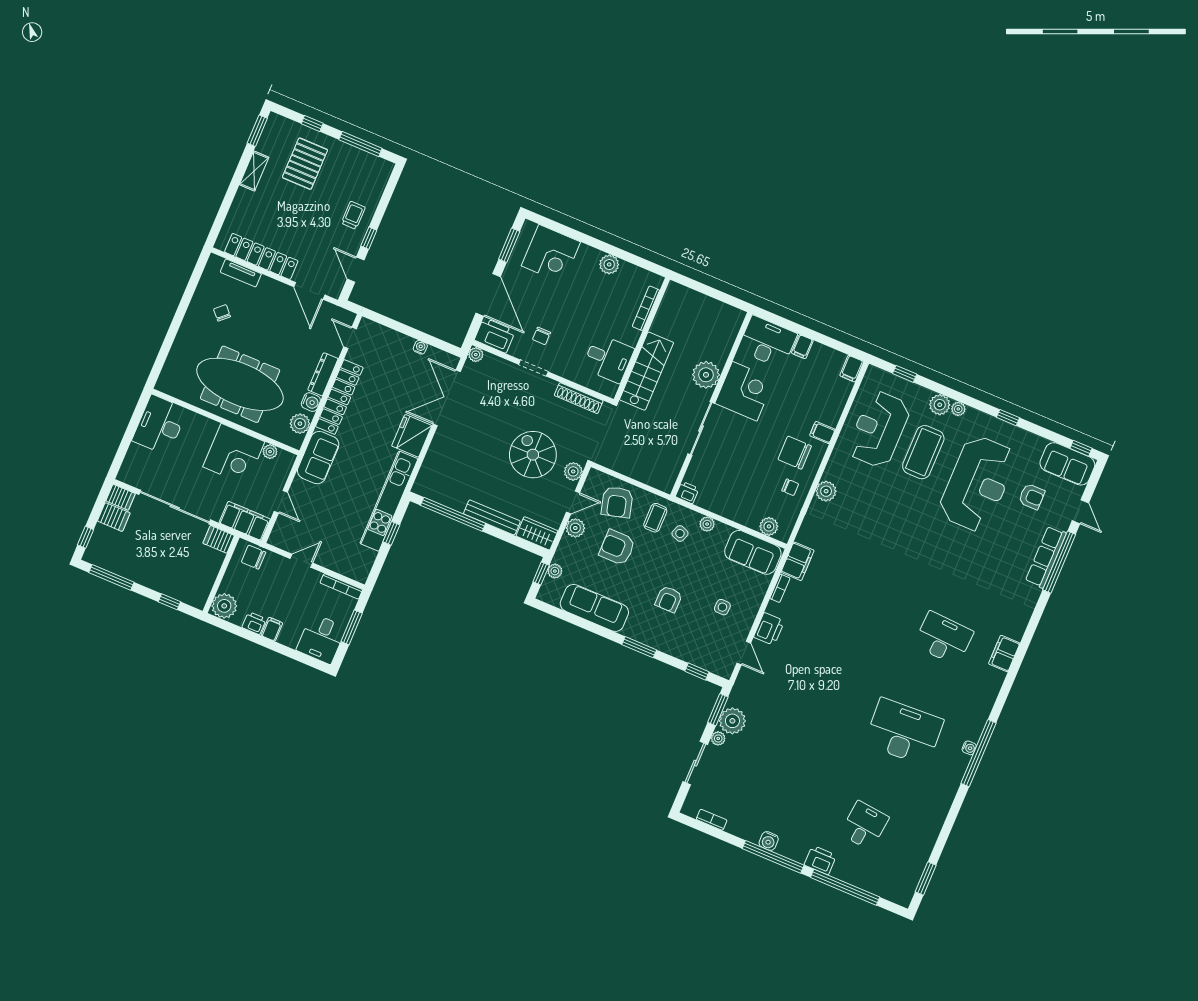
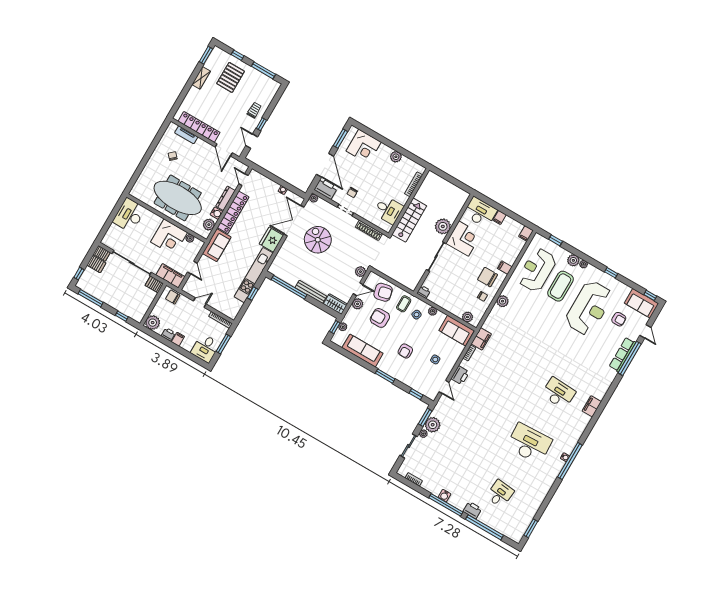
spiral stairs: (533, 455) -> (318, 240), moved
armchair: (617, 502) -> (383, 292), turned -88

